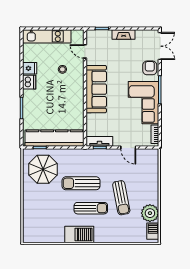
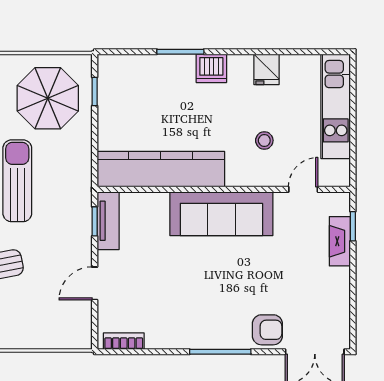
fireplace: (124, 34) -> (340, 241), moved
dishwasher: (29, 82) -> (211, 68), moved
corner sofa: (144, 103) -> (192, 316), removed
kitchen counter: (54, 138) -> (161, 169), moved, turned -90

